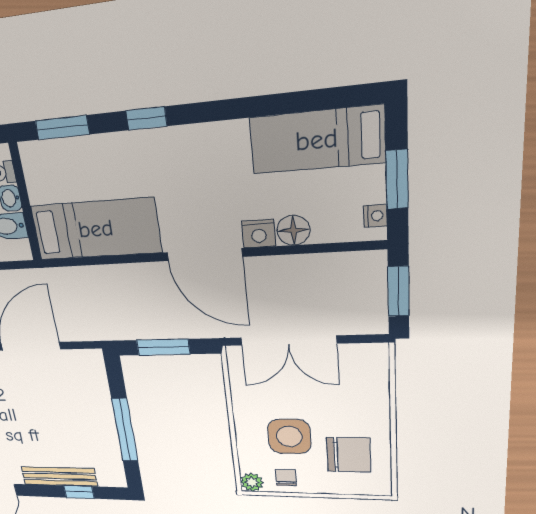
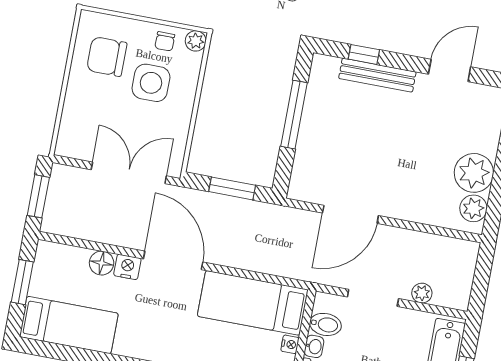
nightstand: (375, 216) -> (290, 344), moved, turned 180

